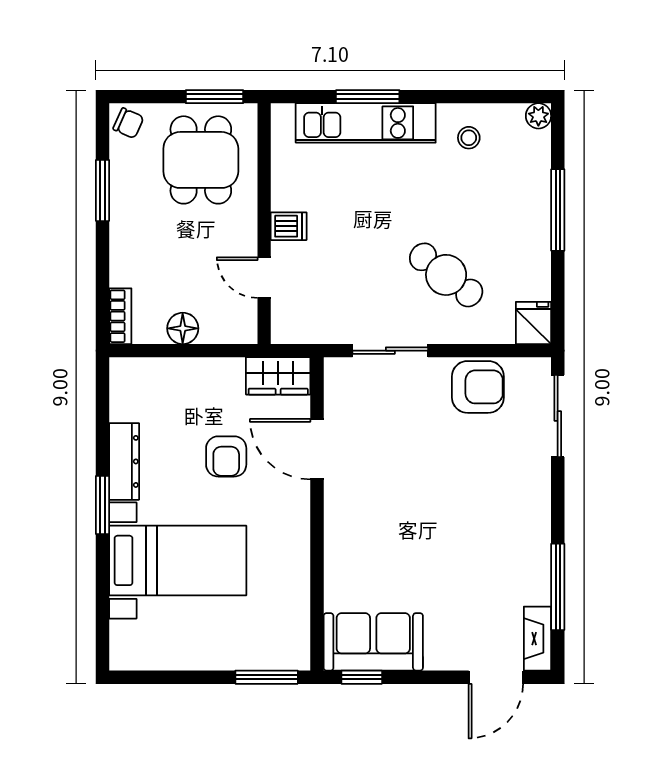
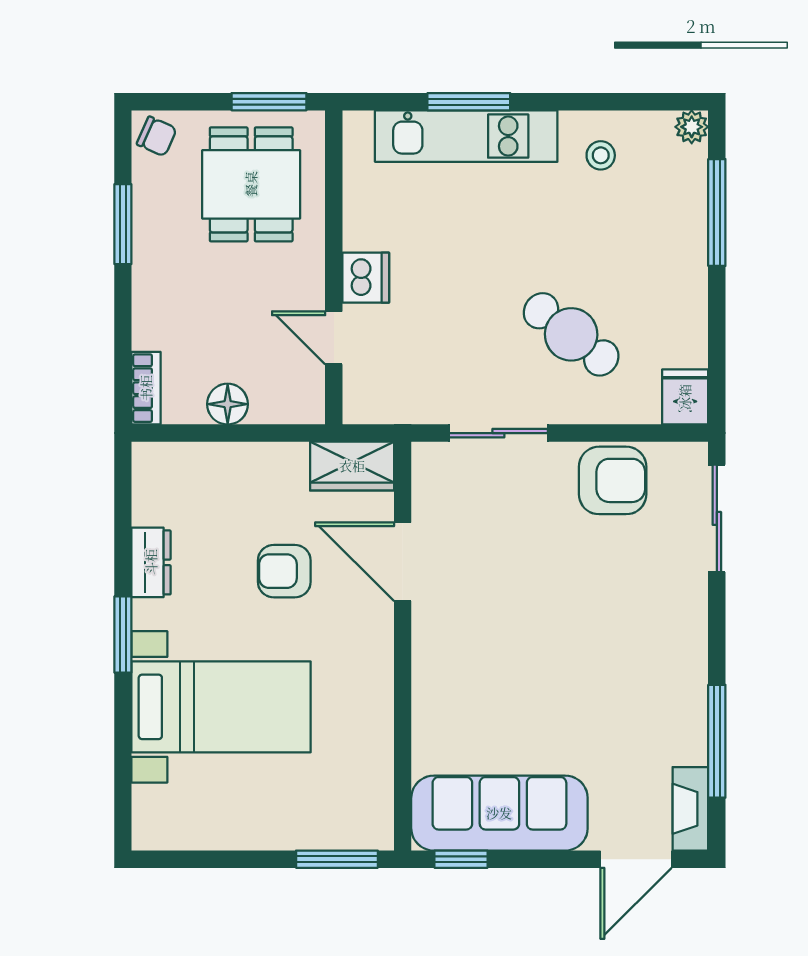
window: (558, 210) -> (717, 213), moved
dishwasher: (289, 226) -> (366, 278), width x1.38
armchair: (226, 456) -> (284, 571), turned 90
dresser: (124, 461) -> (151, 562), width x0.70
sofa: (373, 642) -> (499, 813), width x1.36

